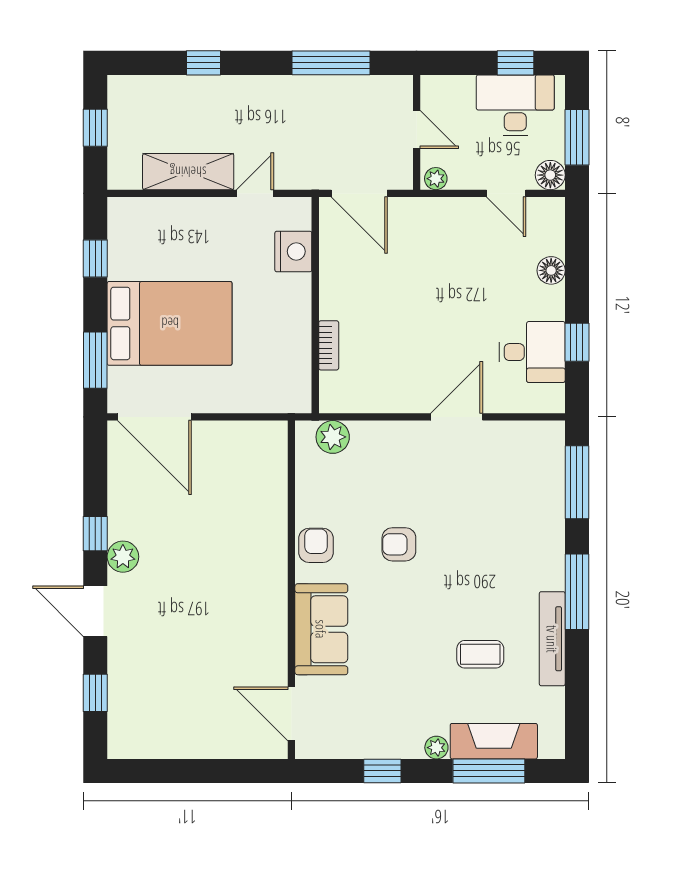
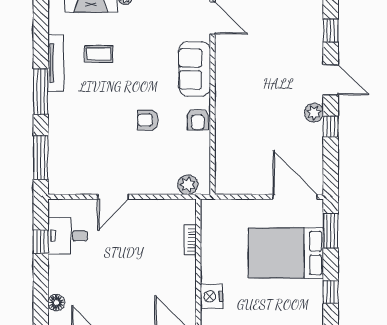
floor lamp: (551, 270) -> (56, 302), moved
armchair: (399, 544) -> (148, 120), turned 180

